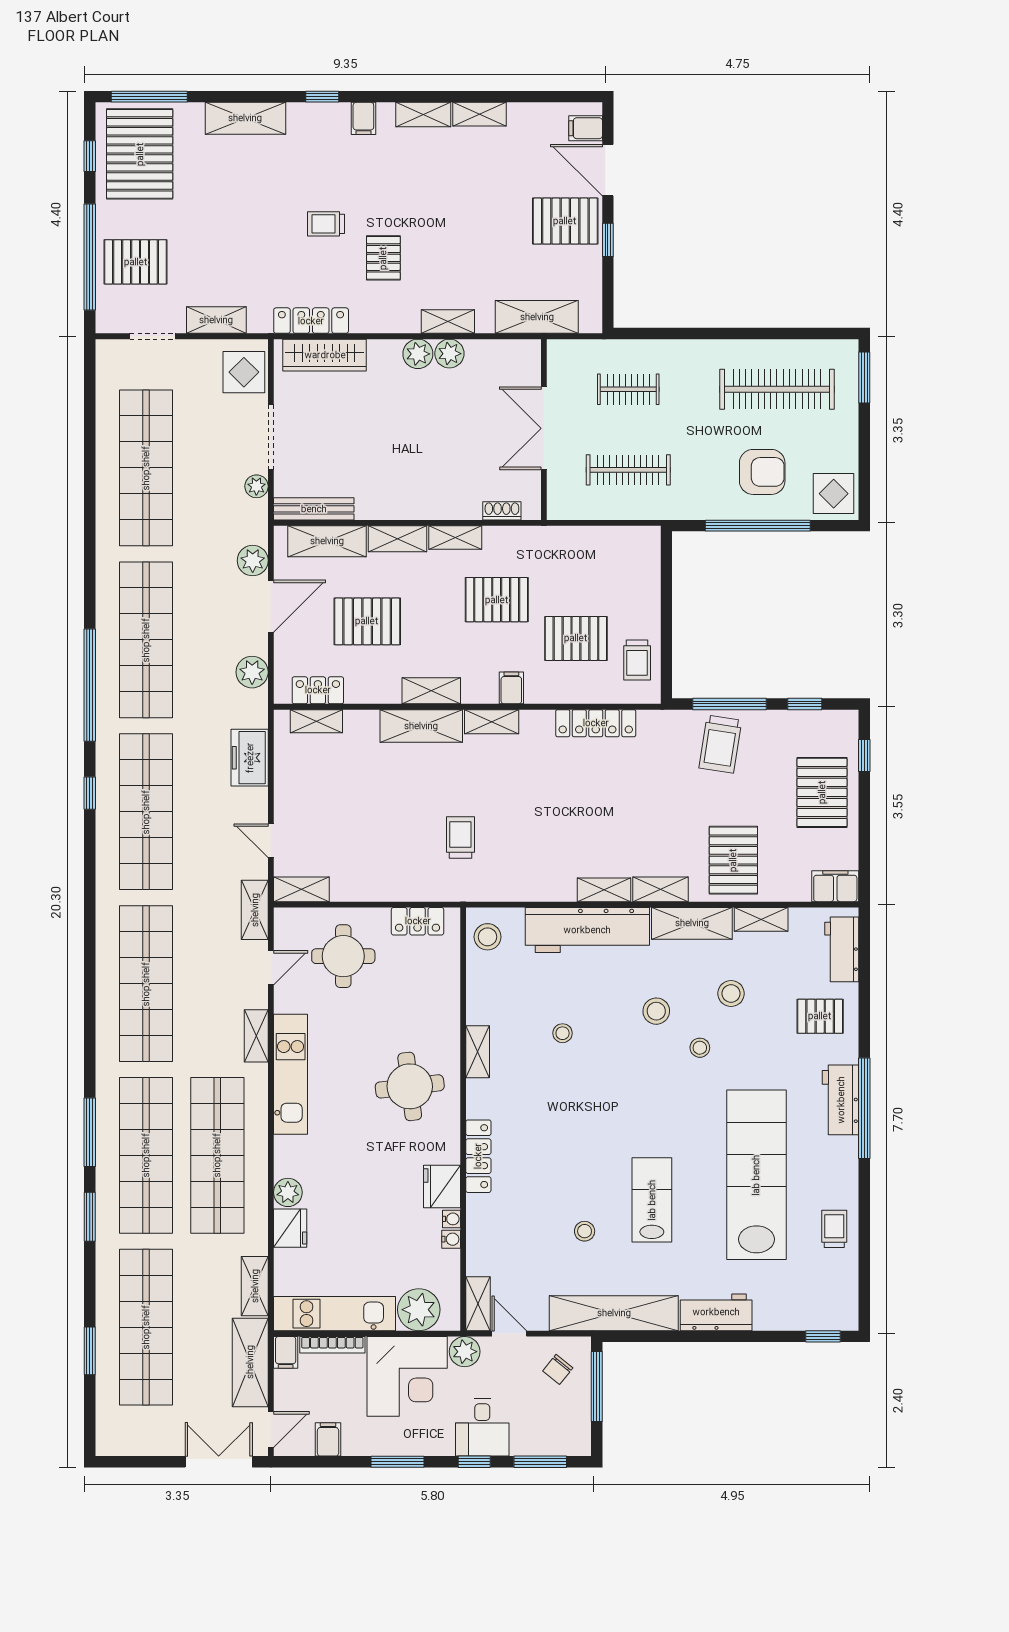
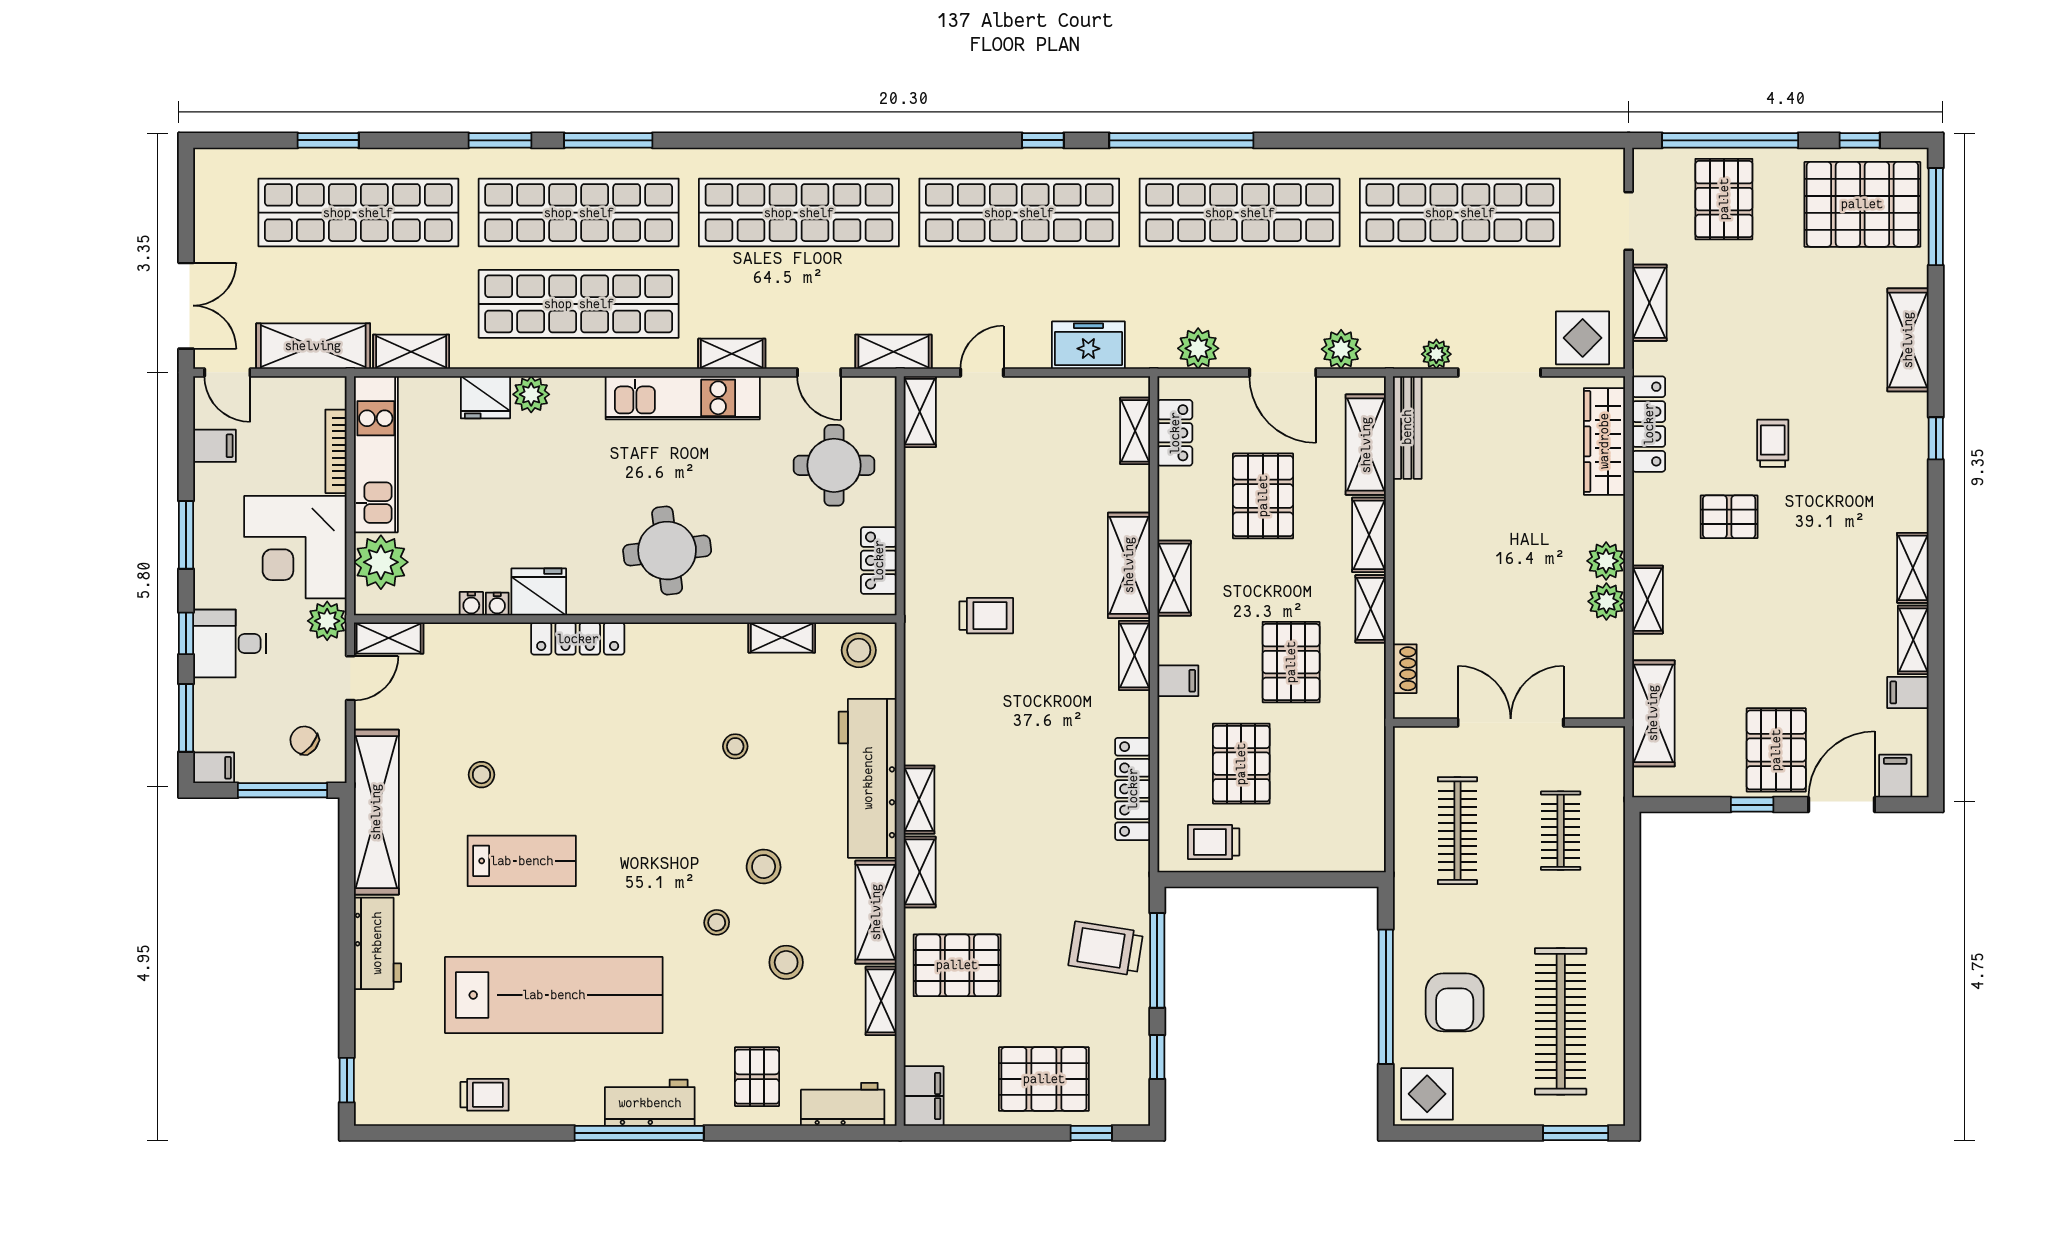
filing cabinet: (363, 118) -> (1908, 692), moved
shelving: (478, 1052) -> (782, 638), moved
filing cabinet: (286, 1352) -> (214, 768), moved, turned 180

